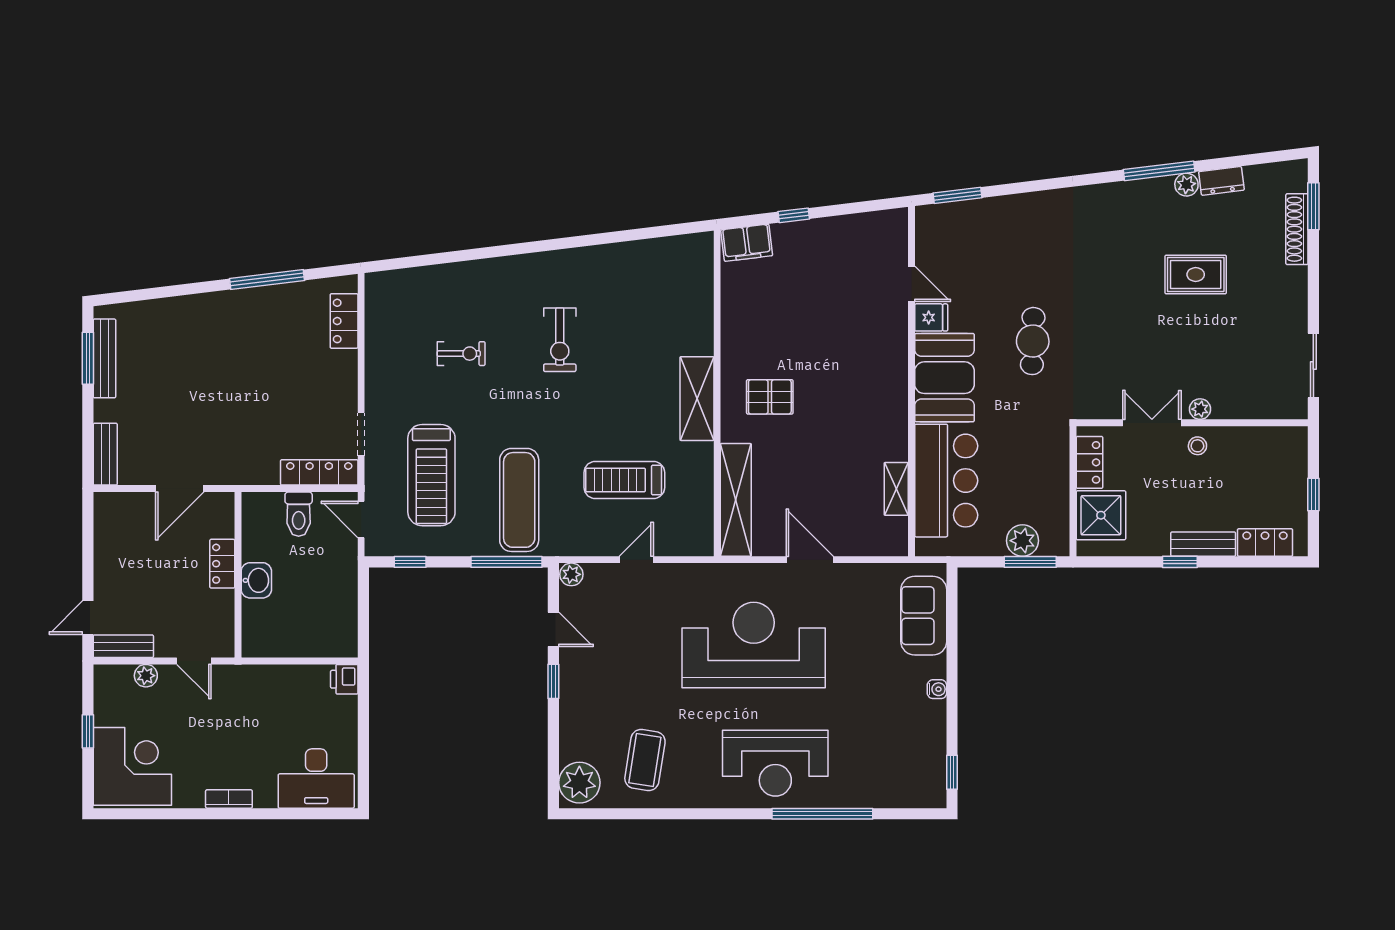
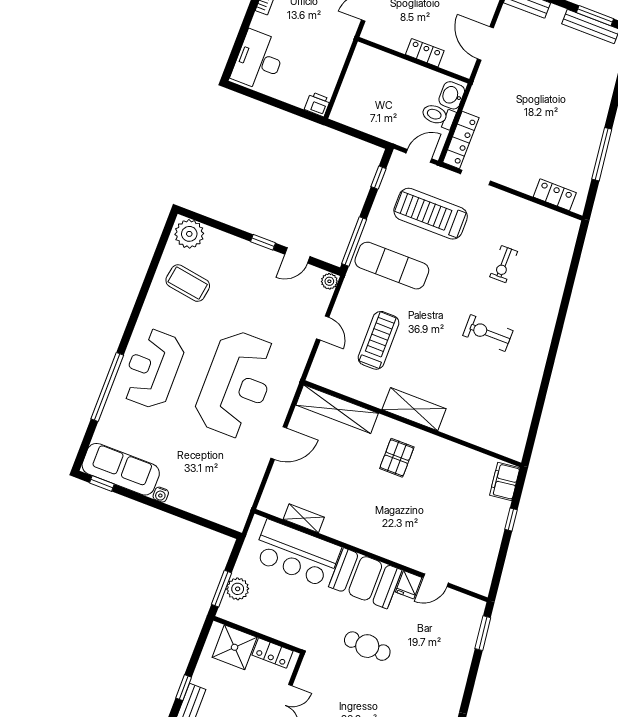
washbasin: (256, 580) -> (452, 95), moved, turned 90
sofa: (924, 616) -> (121, 469), moved, width x1.36

